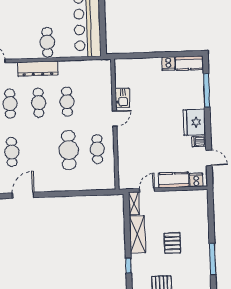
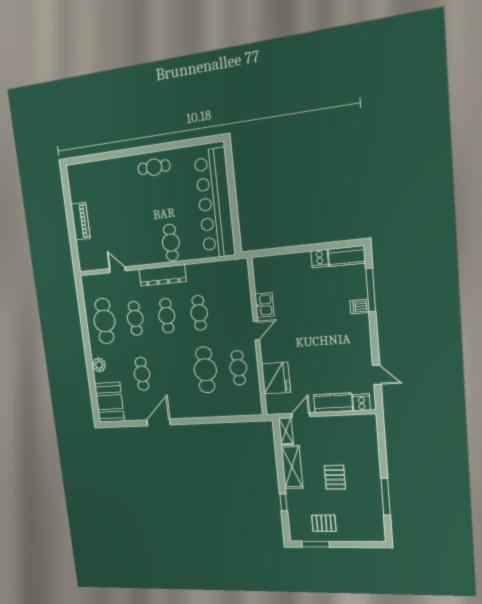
fridge: (194, 122) -> (276, 378), moved, turned 180
dishwasher: (199, 141) -> (360, 307), moved

